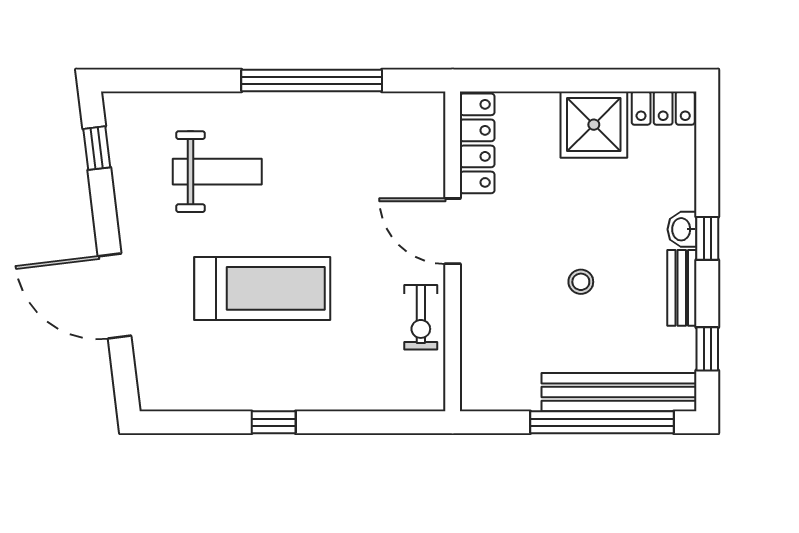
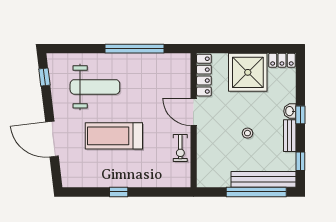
shower: (594, 125) -> (248, 72), width x1.37, depth x1.37
weight bench: (217, 172) -> (95, 87), width x1.36, depth x1.33
treadmill: (262, 288) -> (114, 136), turned 180

